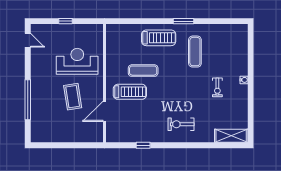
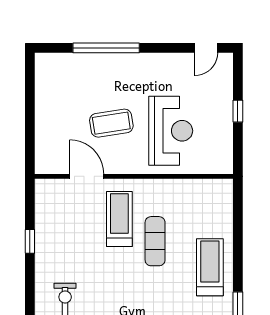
treadmill: (159, 38) -> (210, 267), turned 180
treadmill: (130, 92) -> (119, 219), turned 180

